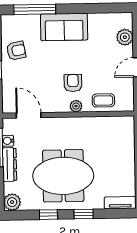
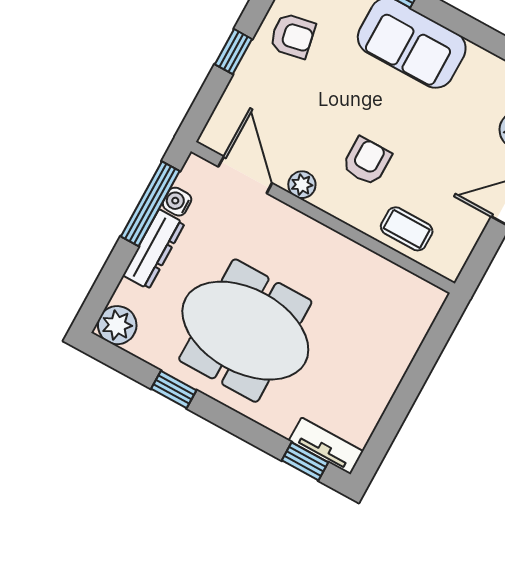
plant: (76, 106) -> (302, 185), moved
window: (84, 214) -> (305, 461), moved

